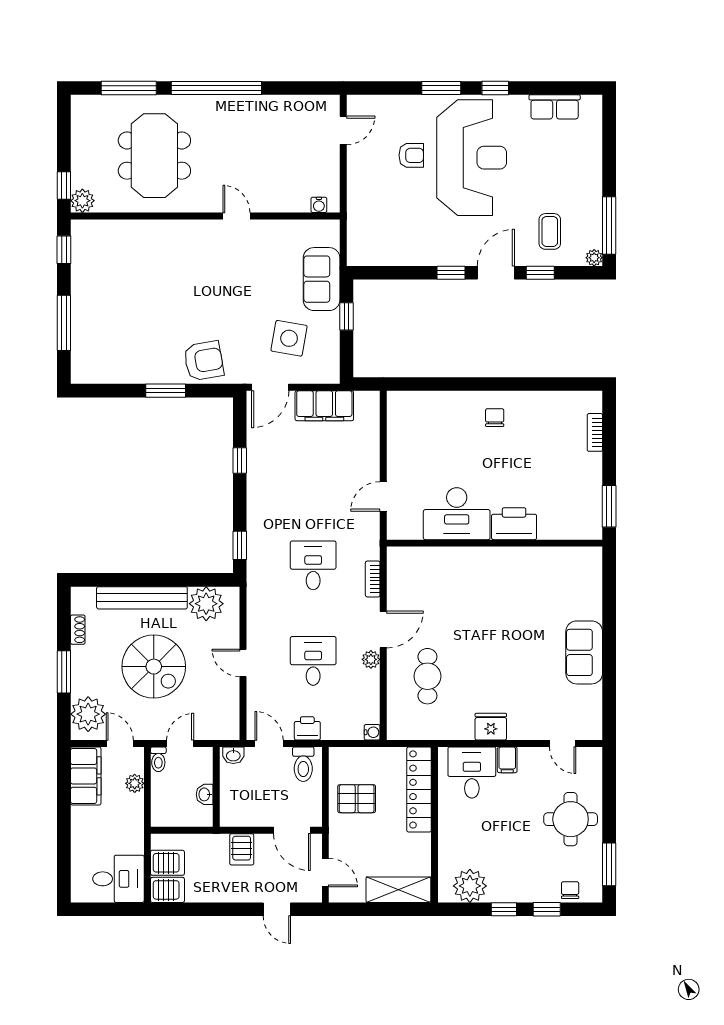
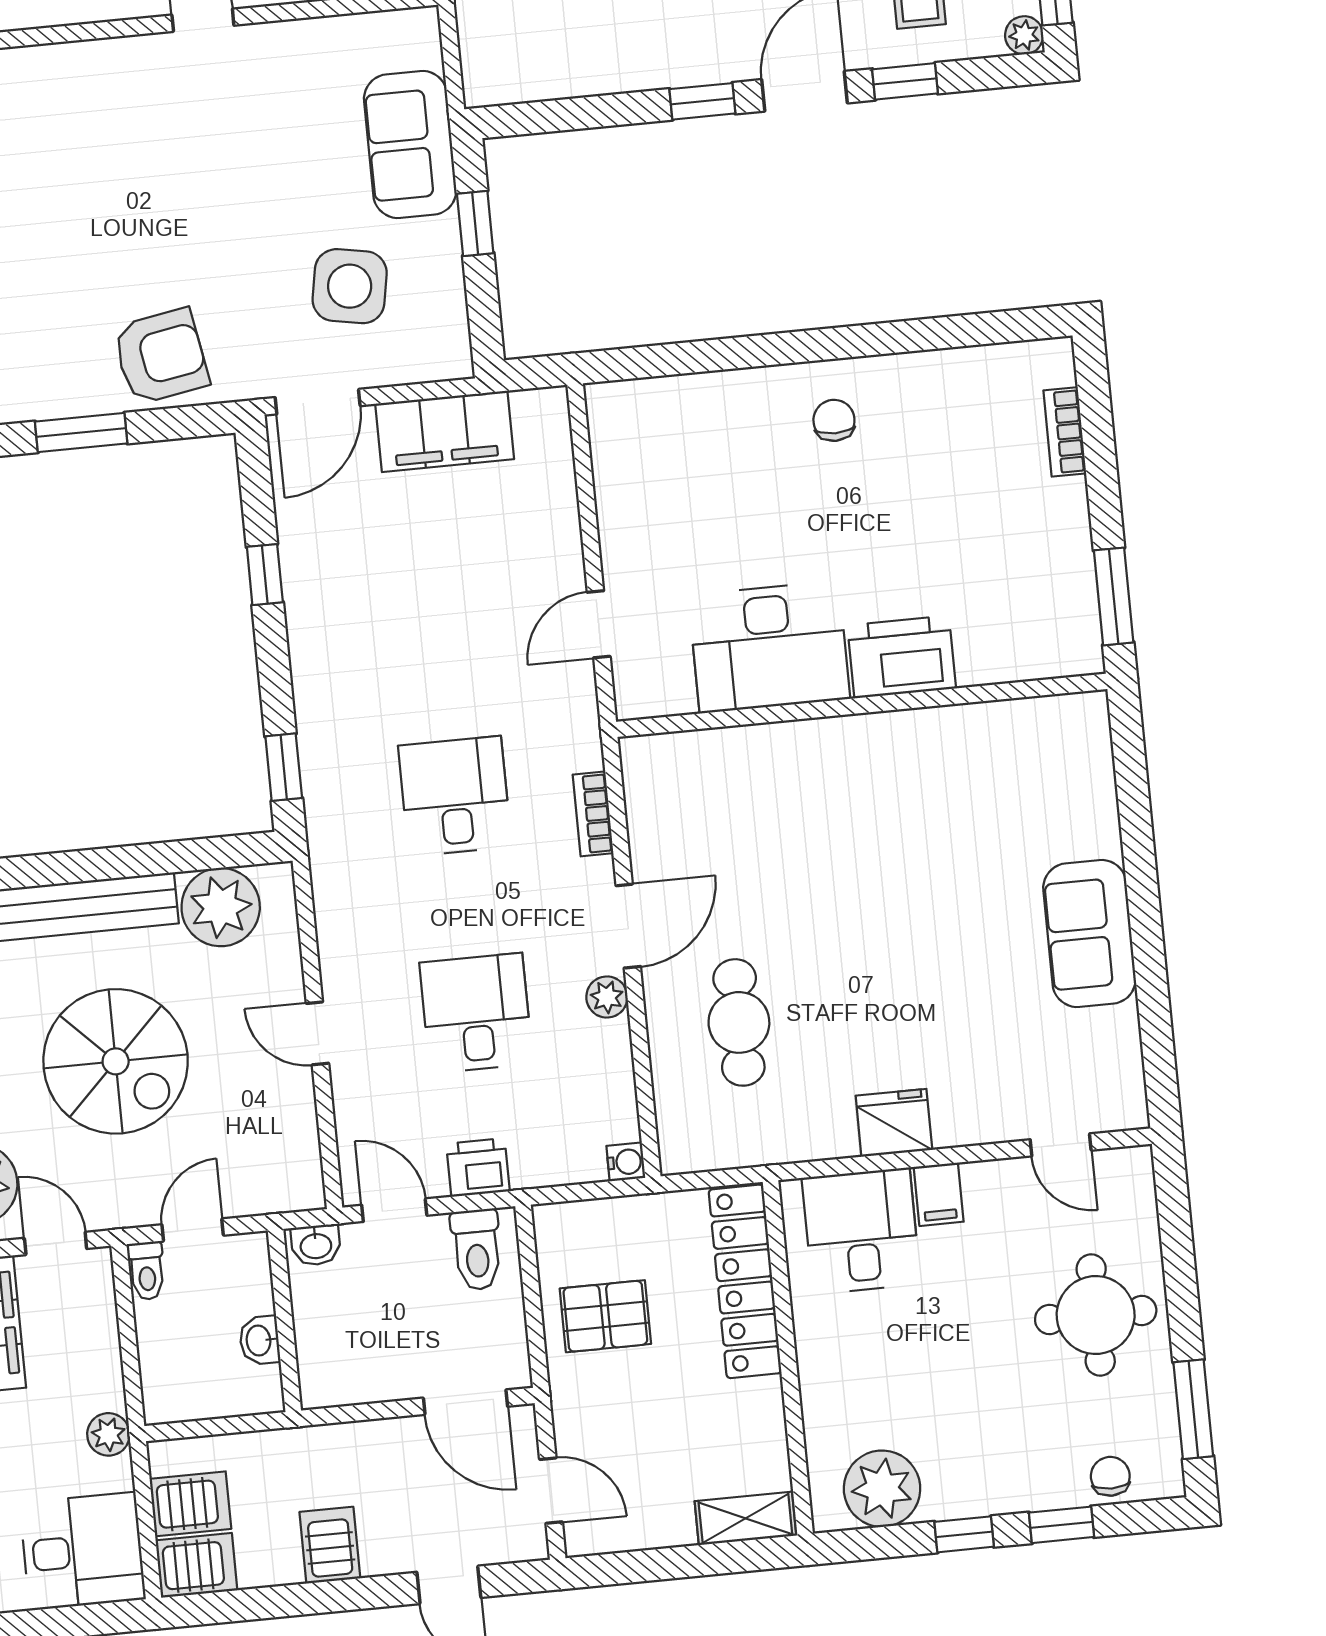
plant: (135, 783) -> (108, 1434), moved
server rack: (242, 849) -> (330, 1545), moved, turned 180
shelving: (398, 890) -> (745, 1518), width x0.67, depth x0.75

